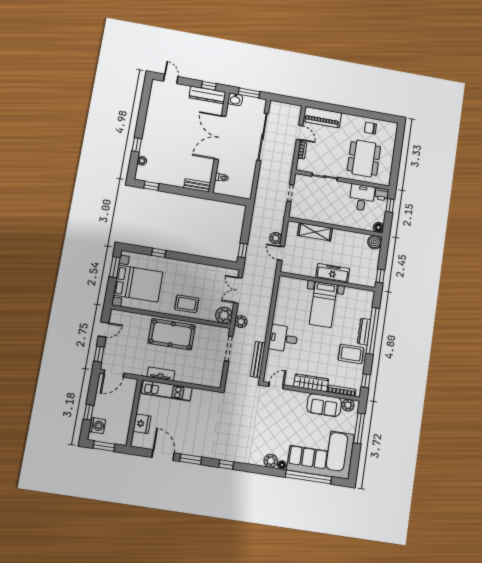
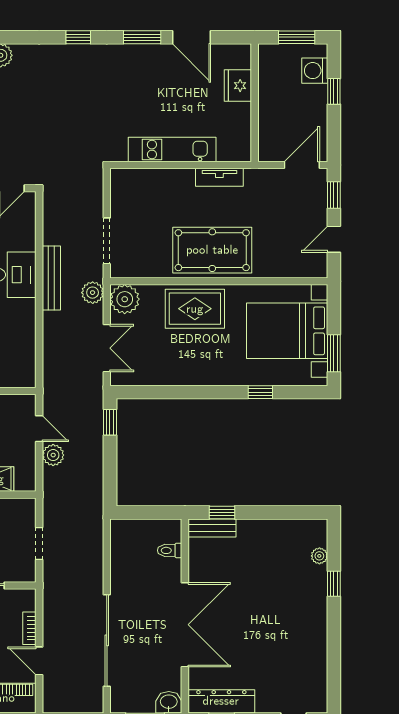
window: (151, 186) -> (222, 513), moved
rug: (187, 304) -> (195, 309), width x1.36, depth x1.43
bench: (258, 360) -> (51, 278), moved
kitchen unit: (167, 391) -> (172, 150), moved

